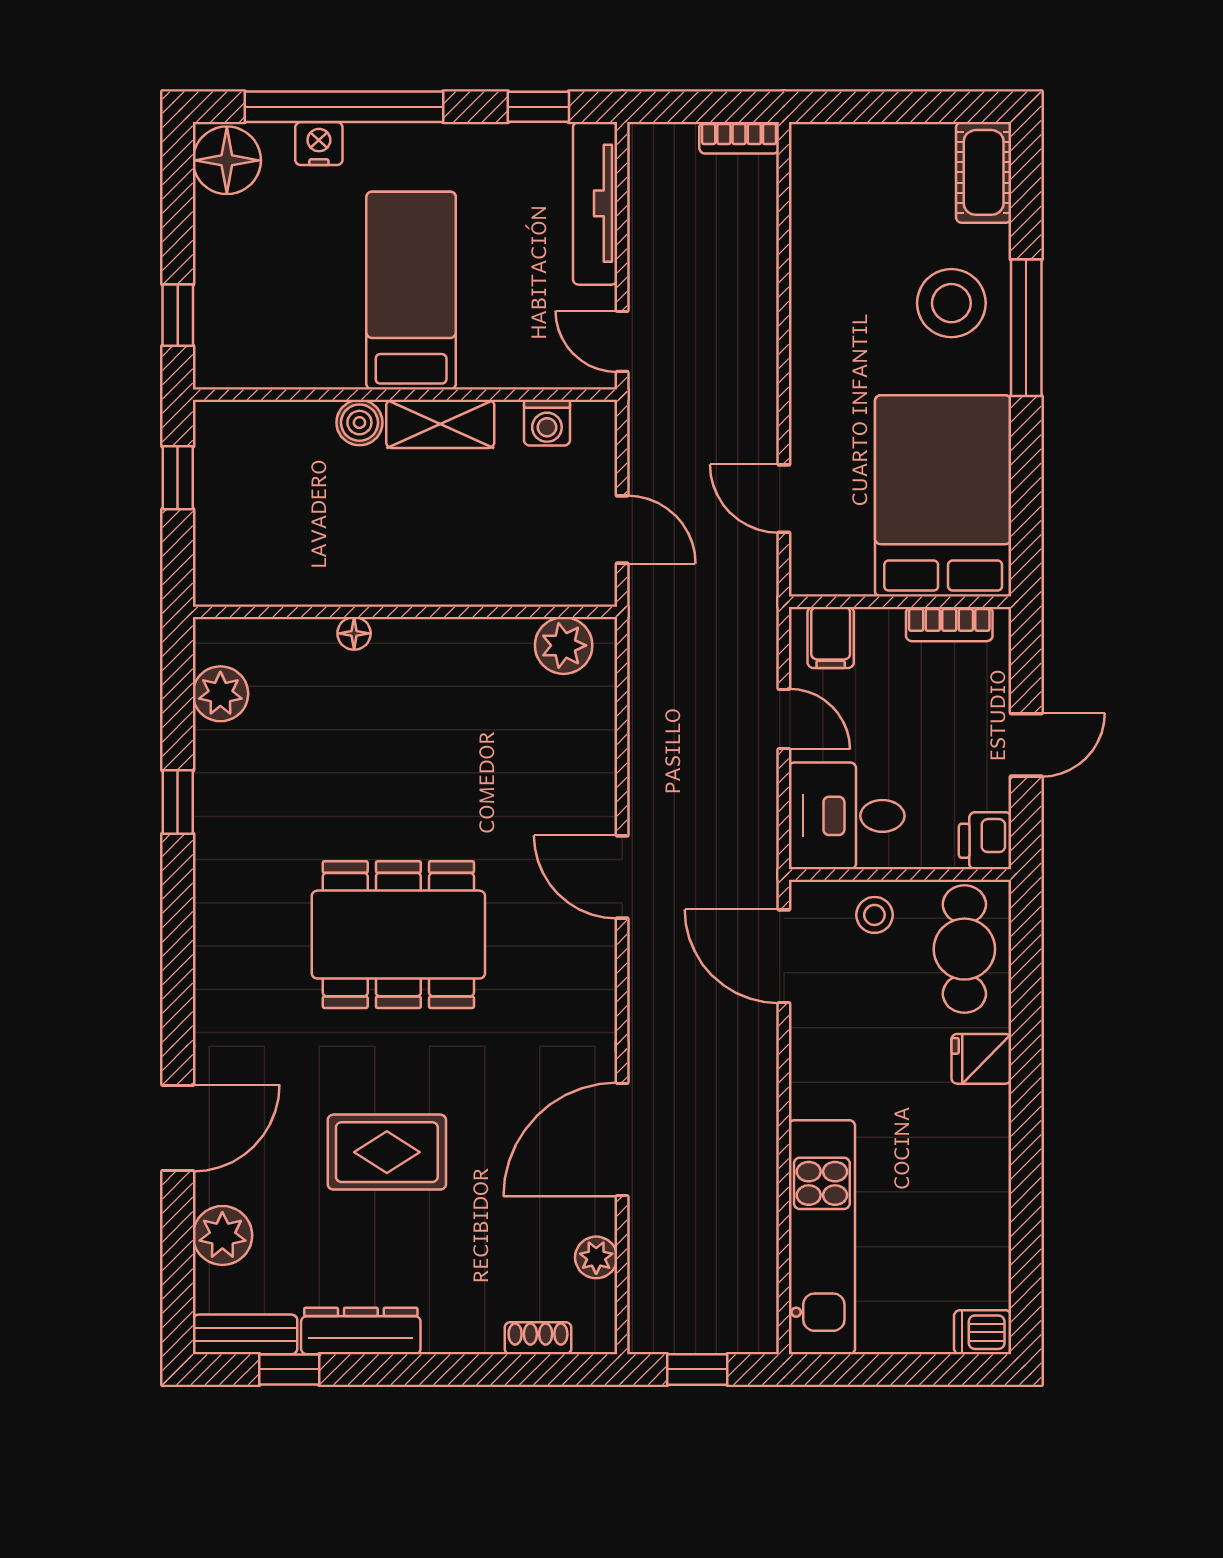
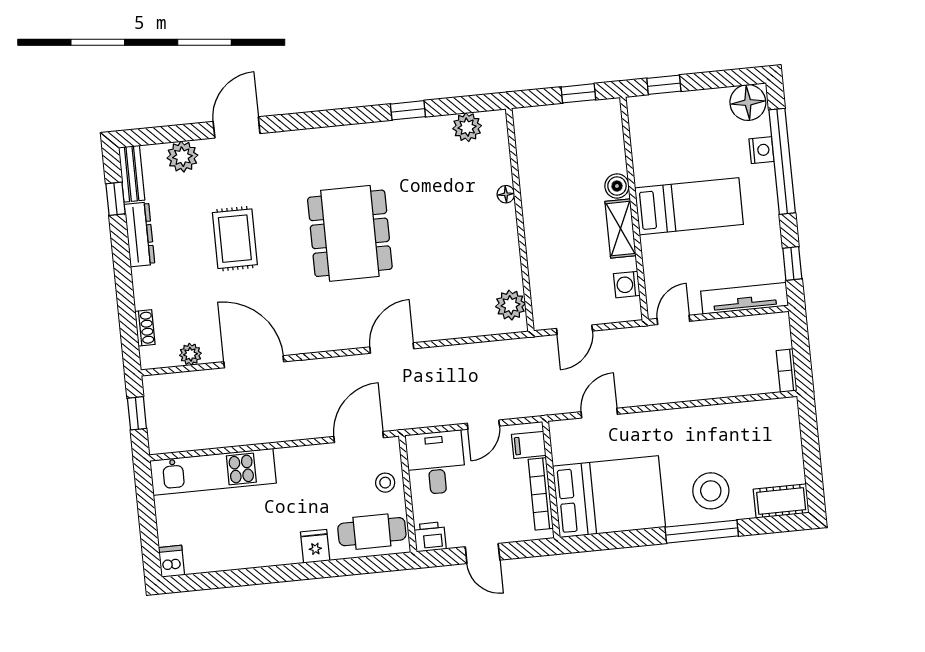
bookcase: (949, 624) -> (541, 494), width x1.56
door: (178, 1128) -> (237, 127), swing flipped

